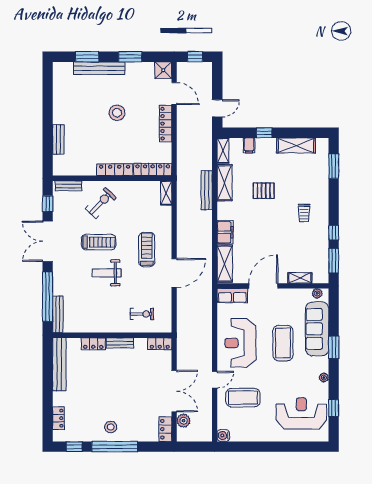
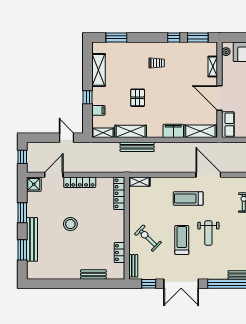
locker: (115, 170) -> (119, 253), moved, width x0.66

